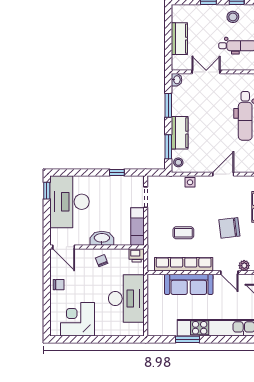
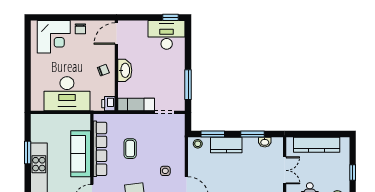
kitchen counter: (179, 39) -> (317, 145), width x1.50
washbasin: (177, 80) -> (265, 142), moved
window: (117, 172) -> (188, 85), width x2.17
side table: (190, 182) -> (165, 171), moved
desk: (70, 202) -> (167, 35), width x0.73, depth x0.77
corner desk: (77, 319) -> (54, 37), moved, turned 90

